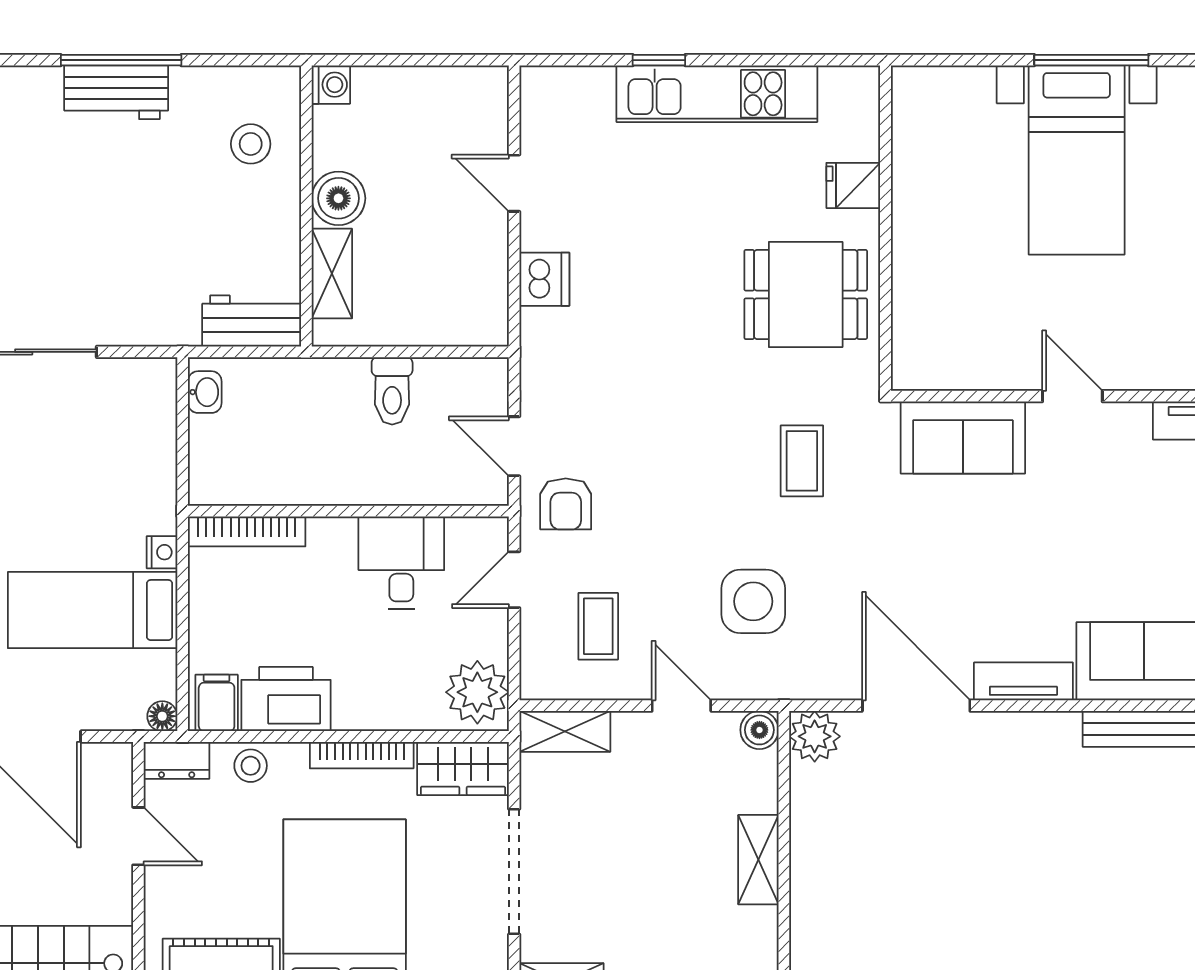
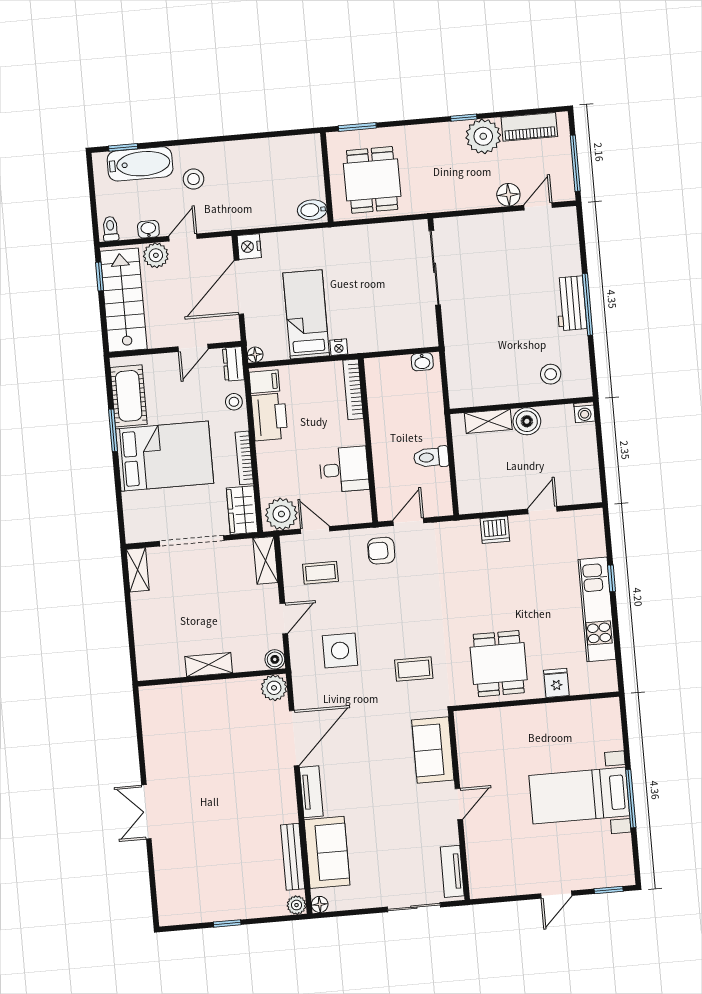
workbench: (252, 321) -> (460, 382), removed
door: (514, 580) -> (315, 530), moved

